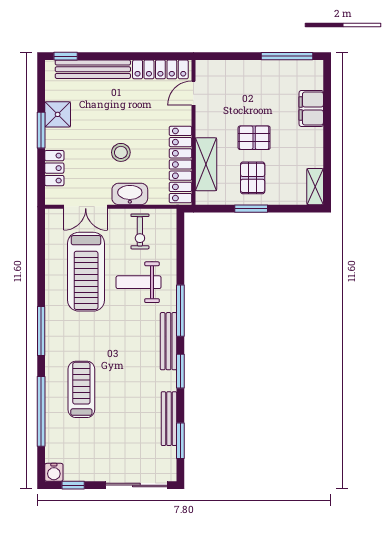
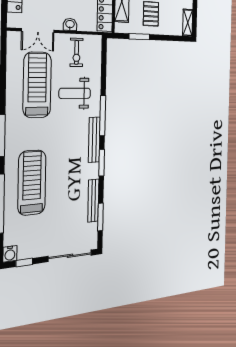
washbasin: (130, 194) -> (70, 24), width x0.52, depth x0.69
window: (251, 209) -> (139, 37), moved
treadmill: (86, 272) -> (37, 85), turned 180
treadmill: (81, 389) -> (32, 183), width x1.37, depth x1.37

